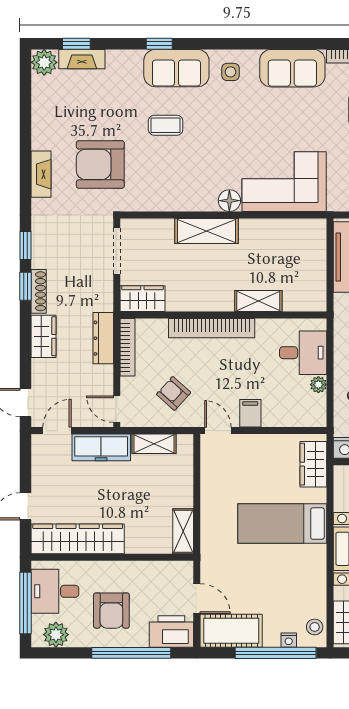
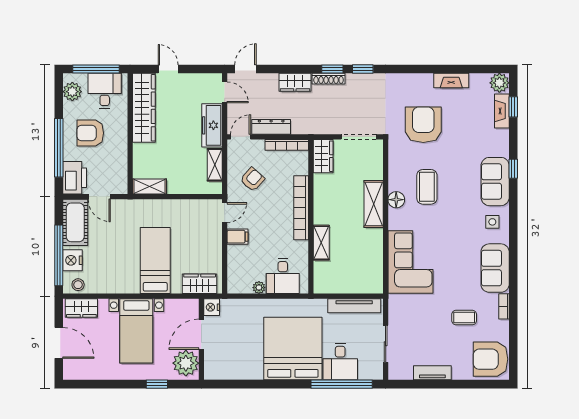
coffee table: (166, 125) -> (427, 187), moved, width x1.36, depth x1.30
fireplace: (41, 174) -> (451, 80), moved
floor lamp: (229, 201) -> (396, 200), moved
dresser: (103, 338) -> (271, 127), moved
door: (197, 599) -> (99, 197), hinge flipped
nightstand: (289, 640) -> (72, 260), width x1.89, depth x1.79

